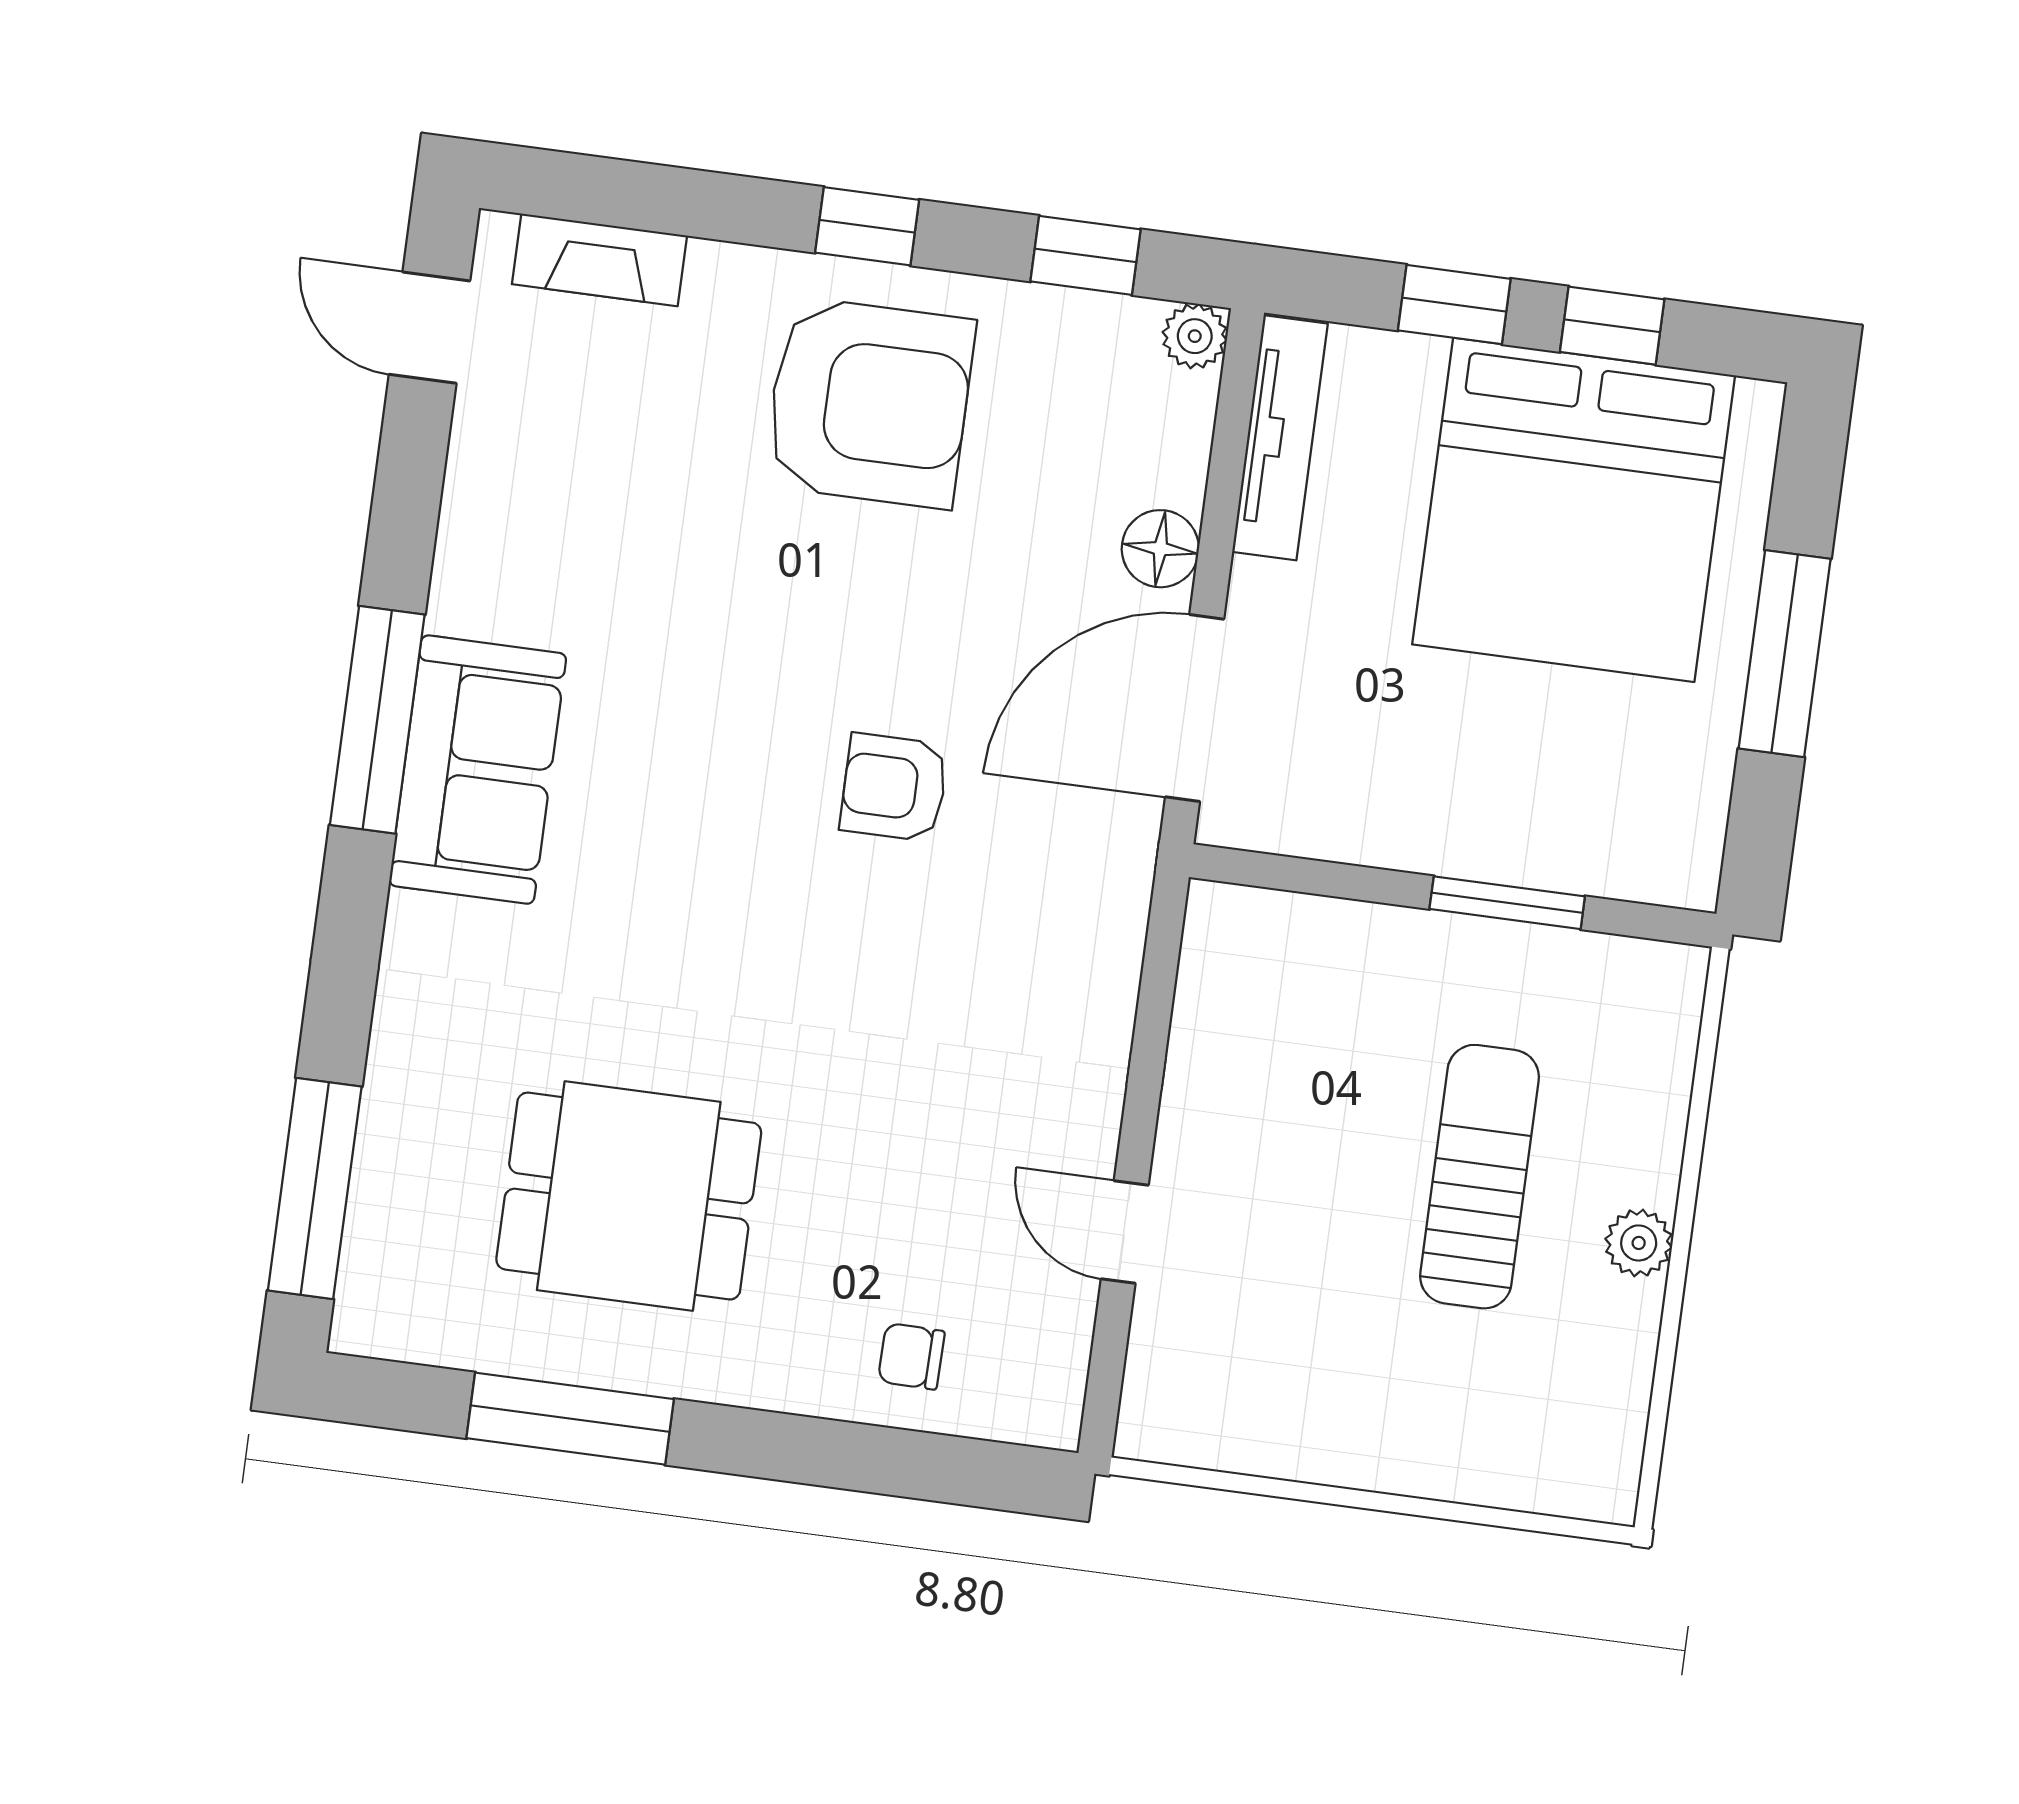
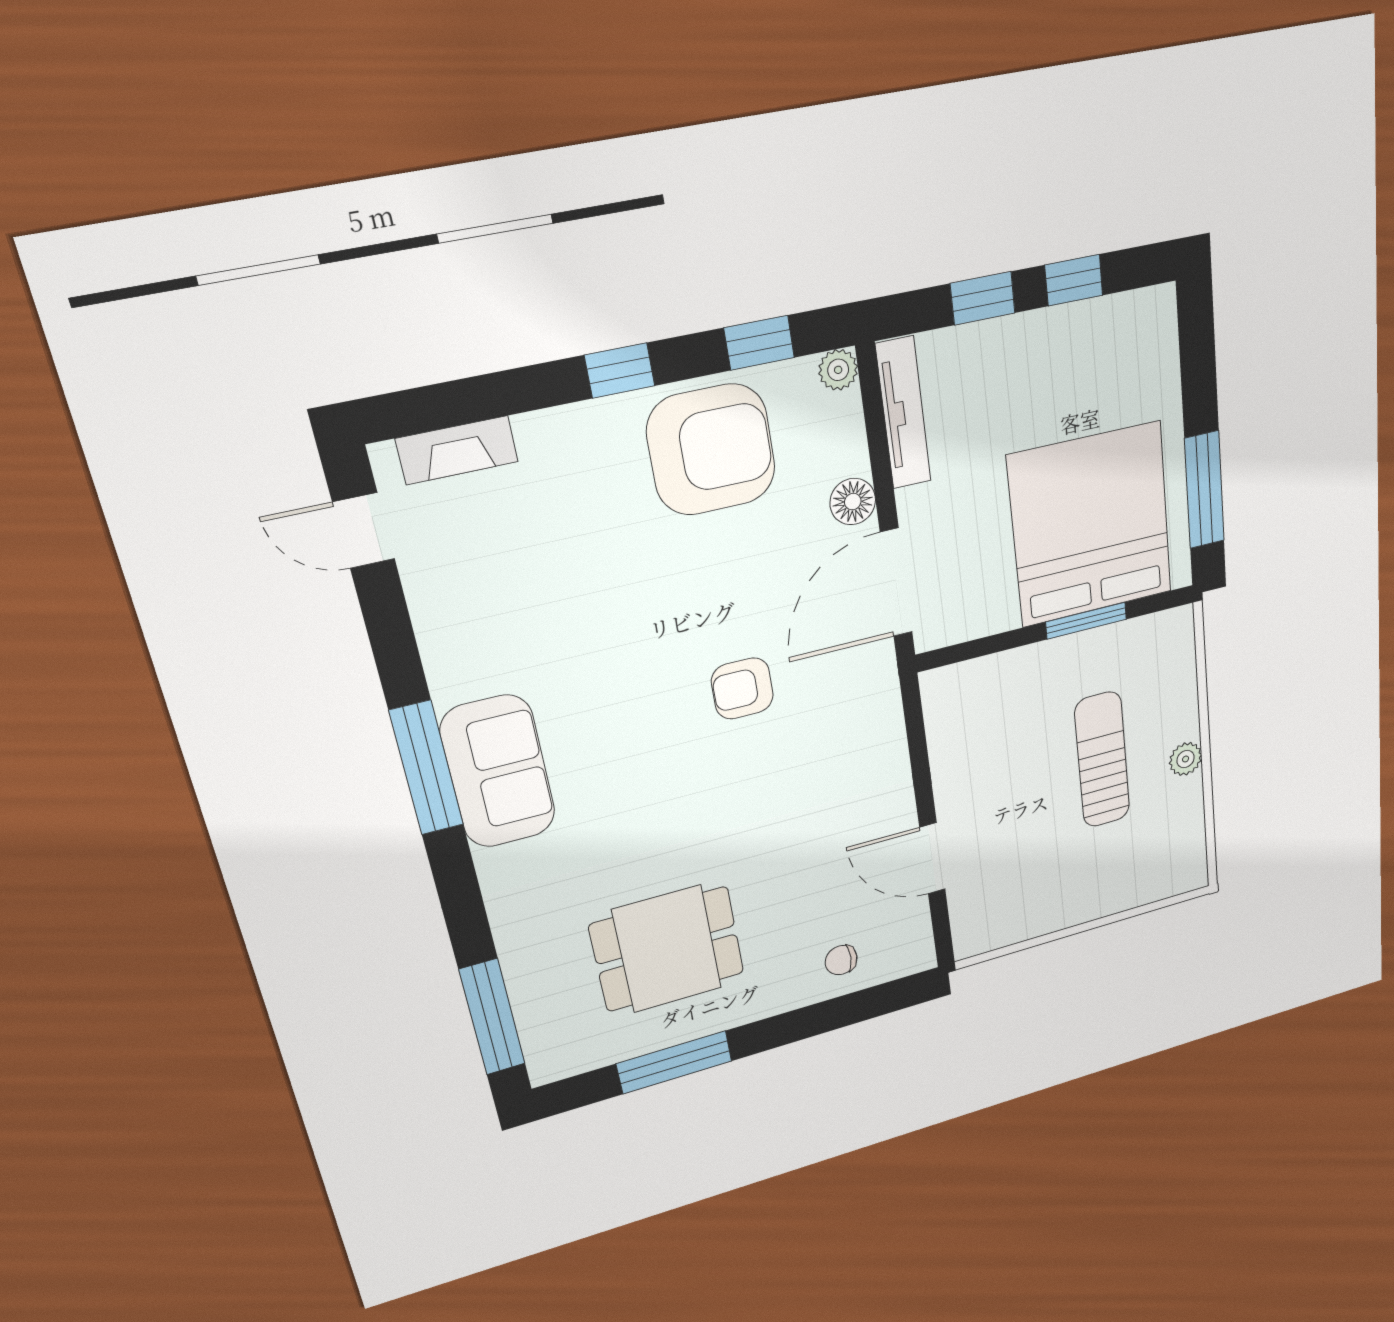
armchair: (869, 403) -> (711, 450), moved
bed: (1574, 510) -> (1091, 525), moved, turned 180
window: (1785, 654) -> (1204, 490), moved
door: (1125, 1232) -> (932, 858), width x1.38

